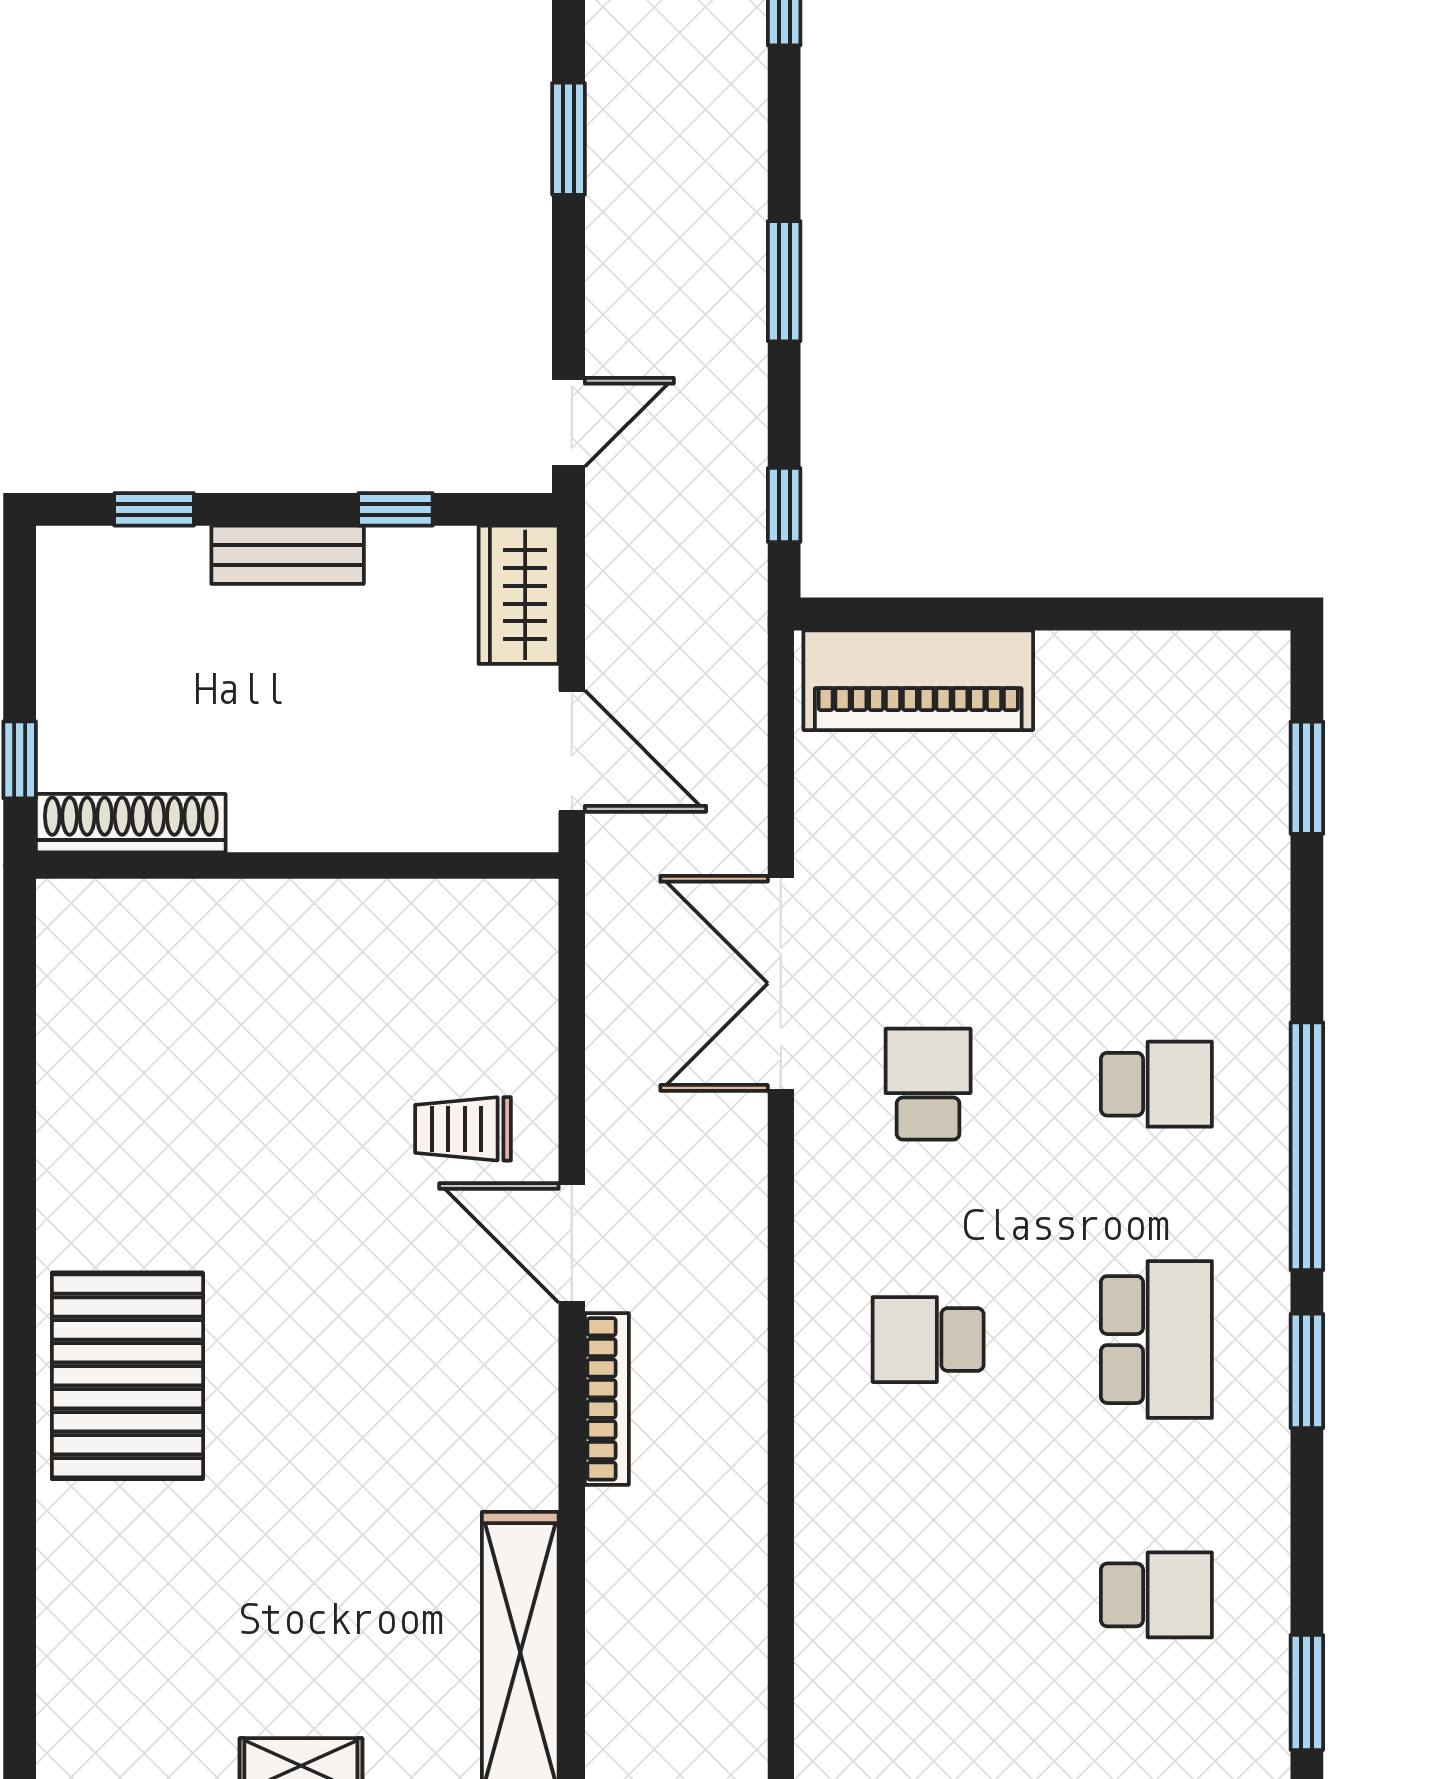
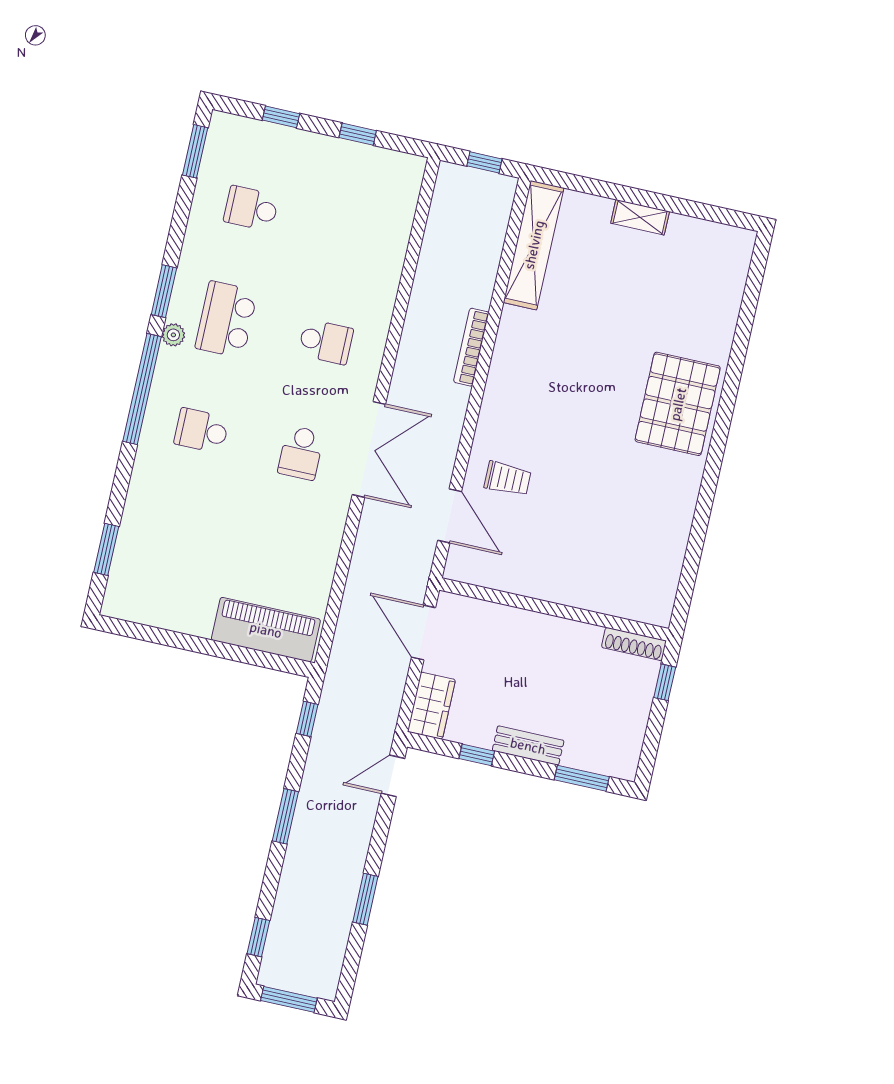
window: (154, 509) -> (582, 778), width x1.50
shoe rack: (131, 823) -> (634, 644), width x0.74, depth x0.81
double door: (781, 983) -> (369, 449), moved
door: (572, 1243) -> (450, 516), moved
plant: (1265, 1280) -> (173, 335), added

